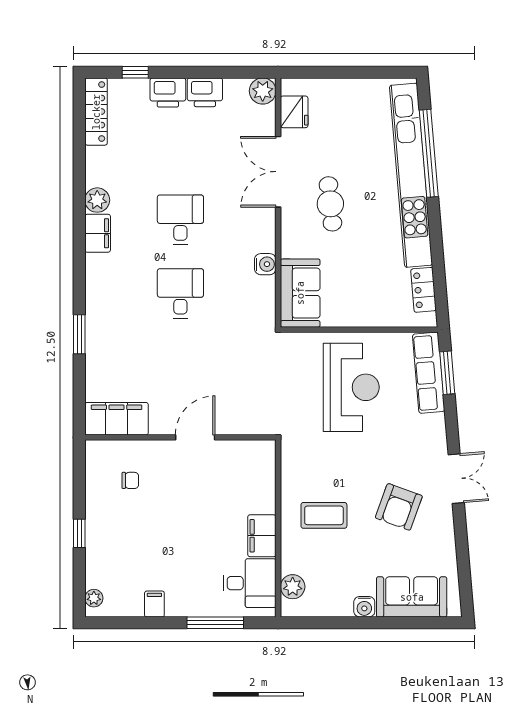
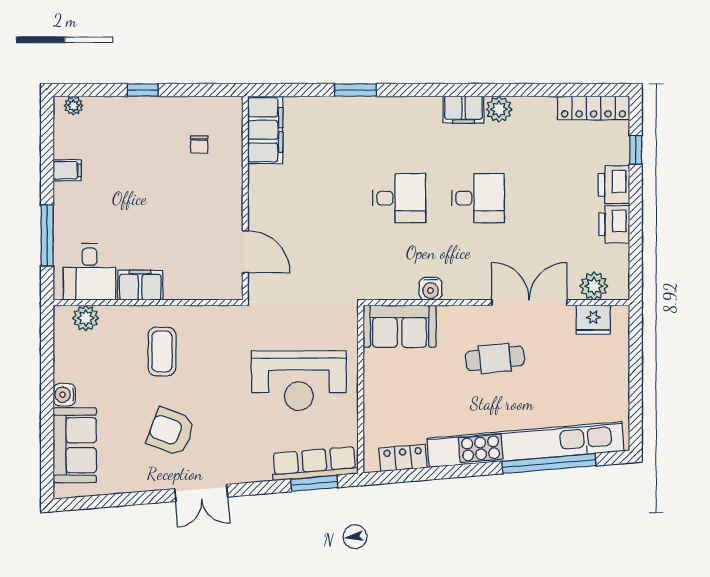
plant: (263, 91) -> (594, 286), moved
door: (195, 437) -> (245, 252), moved

